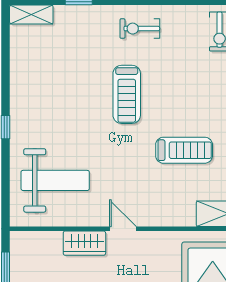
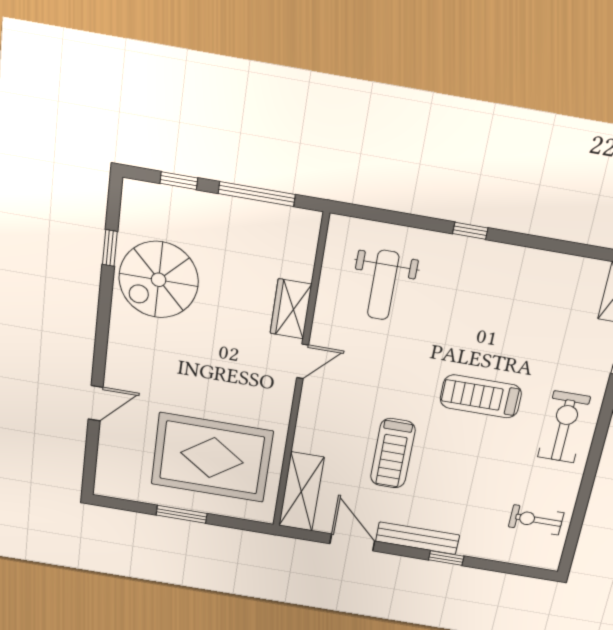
exercise bike: (140, 29) -> (564, 427), width x1.38, depth x1.39
weight bench: (55, 180) -> (383, 285), width x0.73, depth x0.75

